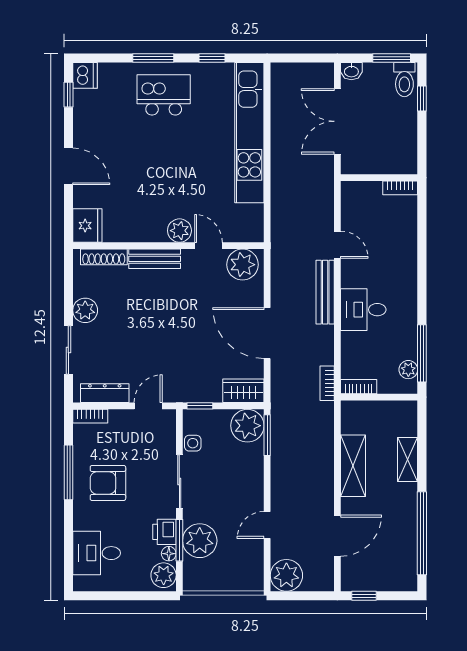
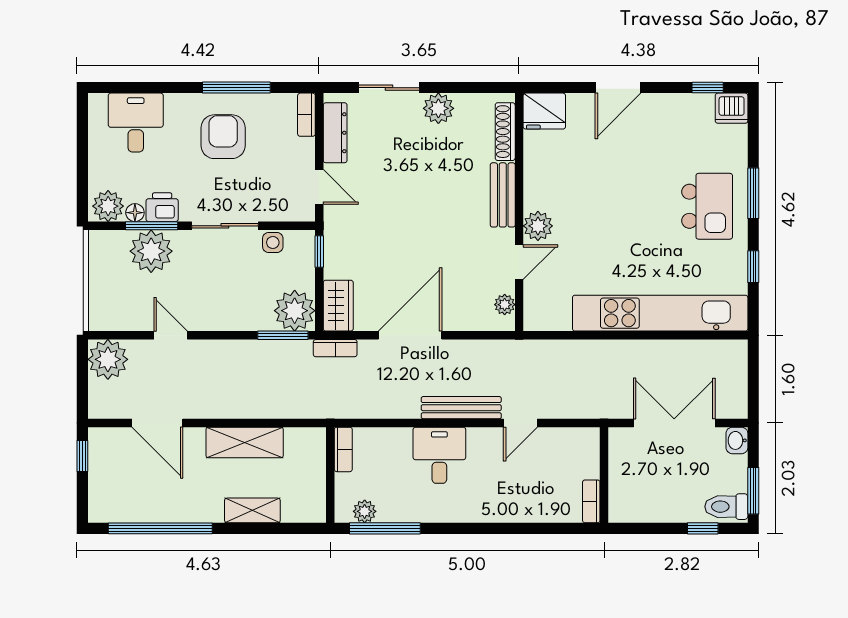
plant: (242, 265) -> (505, 305), width x0.53, depth x0.53
bookcase: (327, 383) -> (335, 348), moved, turned 180

